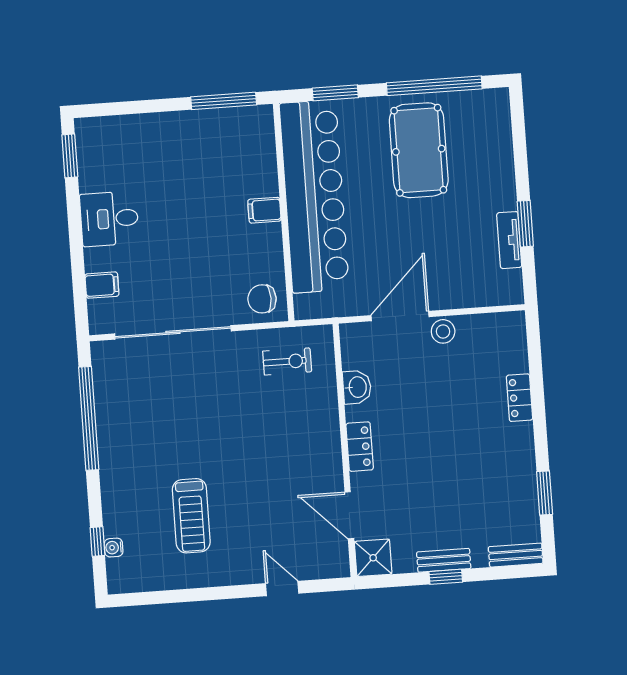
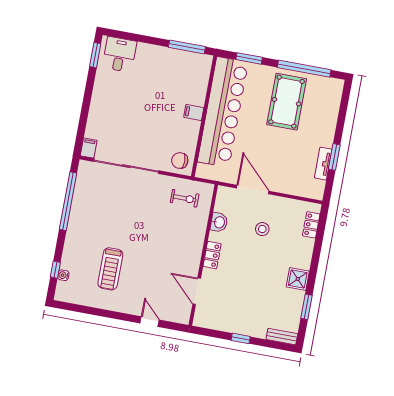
desk: (109, 219) -> (120, 54), moved, turned 90
filing cabinet: (102, 285) -> (89, 148), moved, turned -90
door: (400, 316) -> (253, 190), hinge flipped
stool: (443, 331) -> (262, 229), moved
locker: (519, 398) -> (311, 225), moved
shower: (373, 558) -> (298, 279), moved
bench: (444, 560) -> (242, 329), removed

